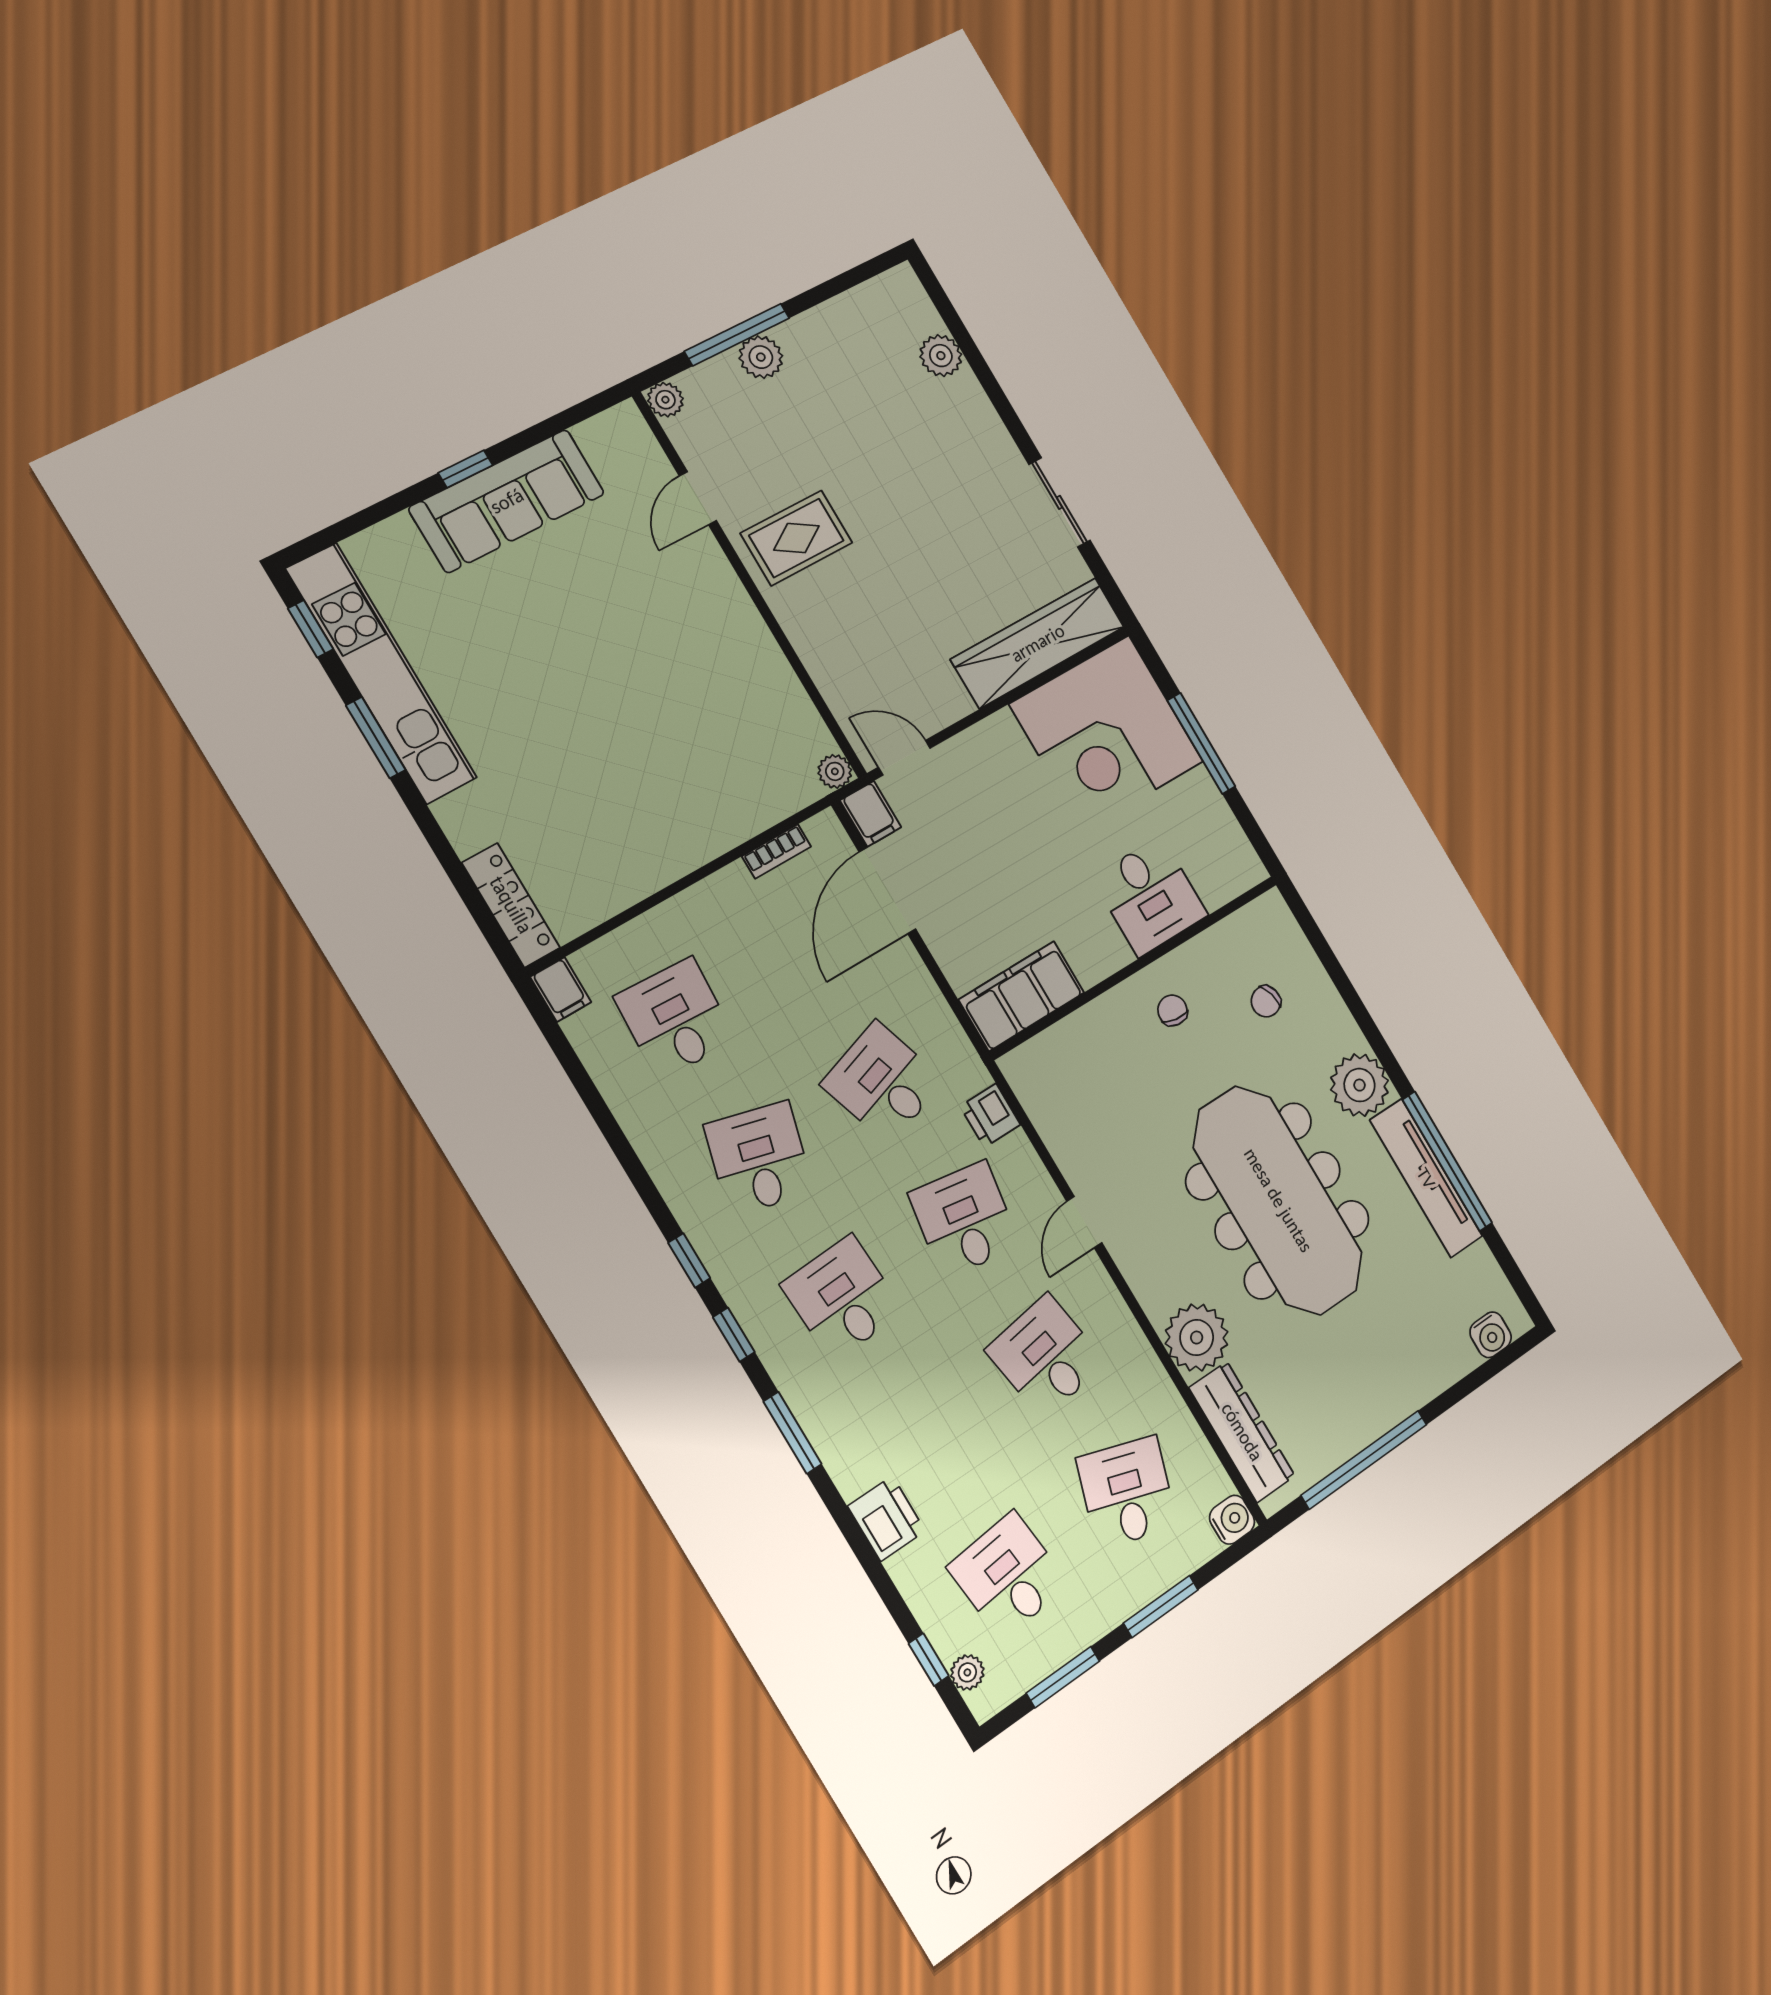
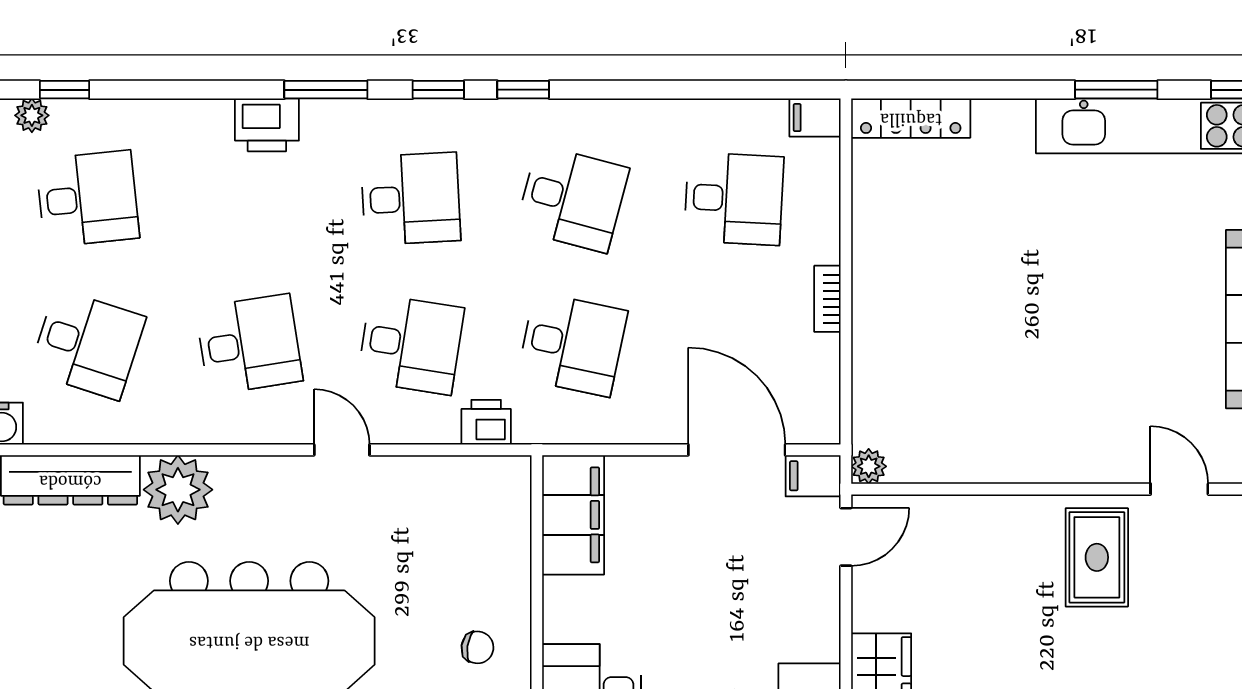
bookcase: (777, 851) -> (827, 299), moved
desk: (883, 1082) -> (572, 344), turned 30
printer: (887, 1519) -> (267, 125), moved

